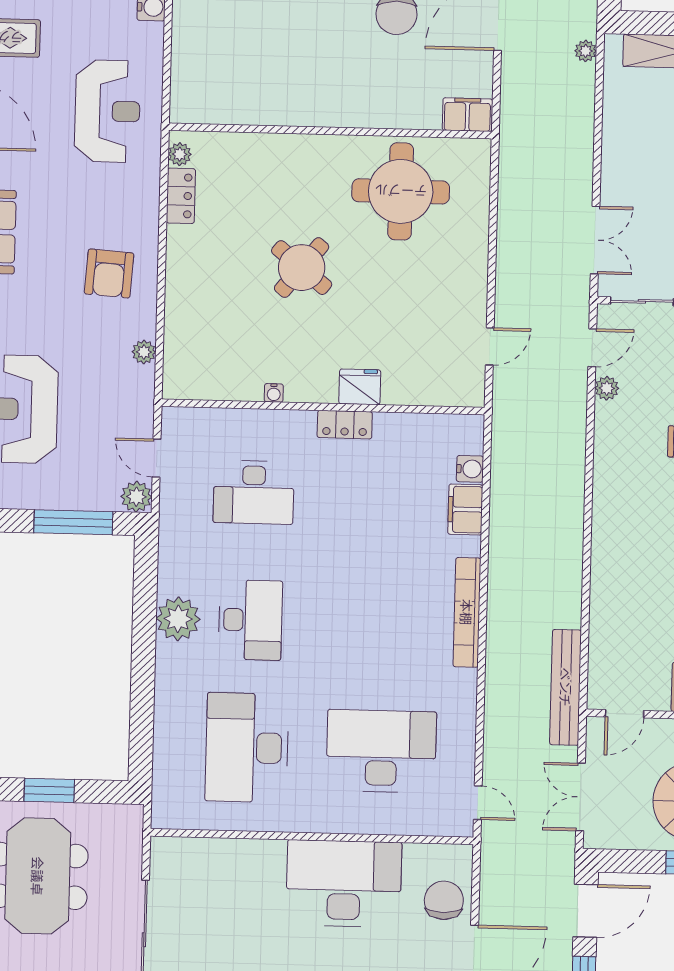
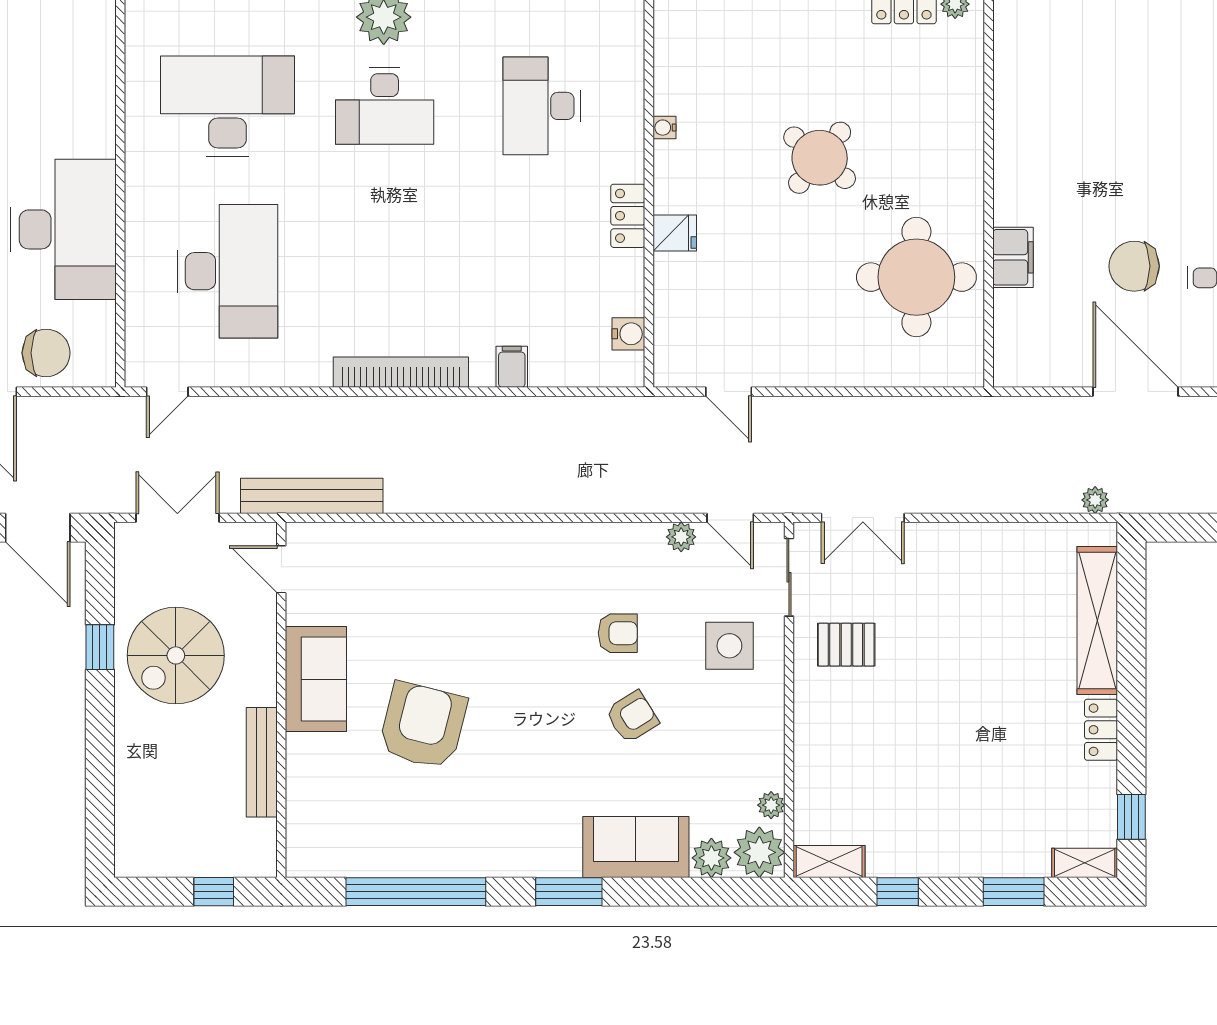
filing cabinet: (467, 115) -> (1013, 257), moved
fridge: (360, 387) -> (675, 233), width x0.72
water cooler: (470, 469) -> (628, 334), moved, turned -90
filing cabinet: (465, 510) -> (512, 367), width x0.50

